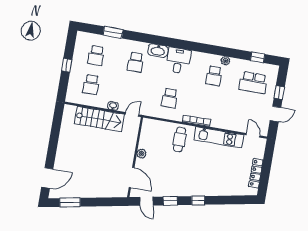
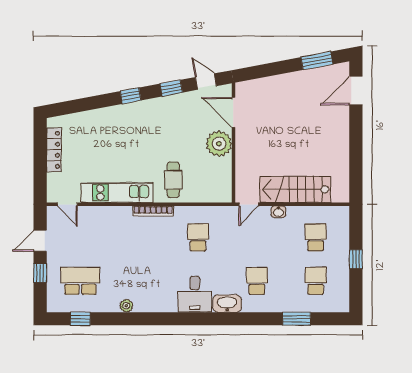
school desk: (214, 76) -> (139, 281), removed
plant: (142, 154) -> (219, 144), width x1.88, depth x1.88

